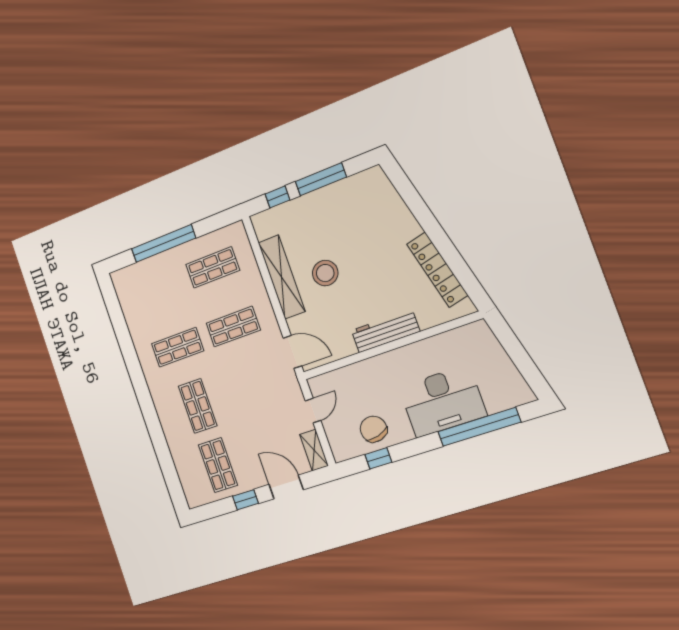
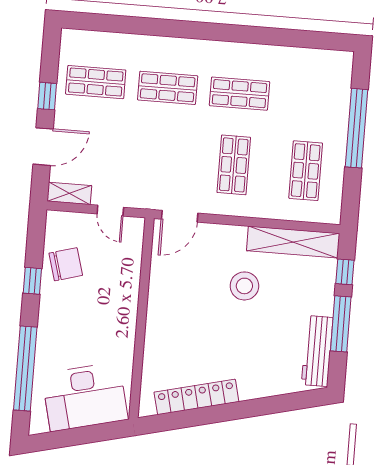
shelving: (282, 277) -> (293, 242), moved
workbench: (385, 331) -> (317, 351), moved, turned 180
shop shelf: (178, 347) -> (239, 94), turned 90
desk: (443, 401) -> (85, 397), moved, turned -104
window: (378, 458) -> (32, 281), moved

